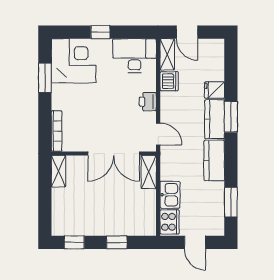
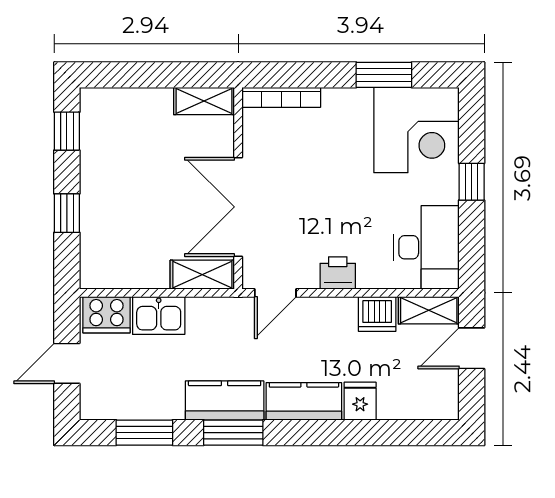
window: (231, 117) -> (233, 433), moved

